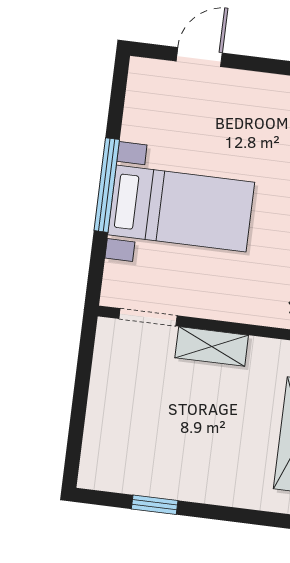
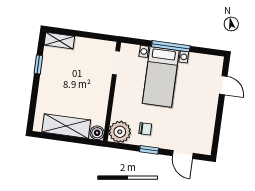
shelving: (212, 346) -> (59, 41), moved, turned 90

